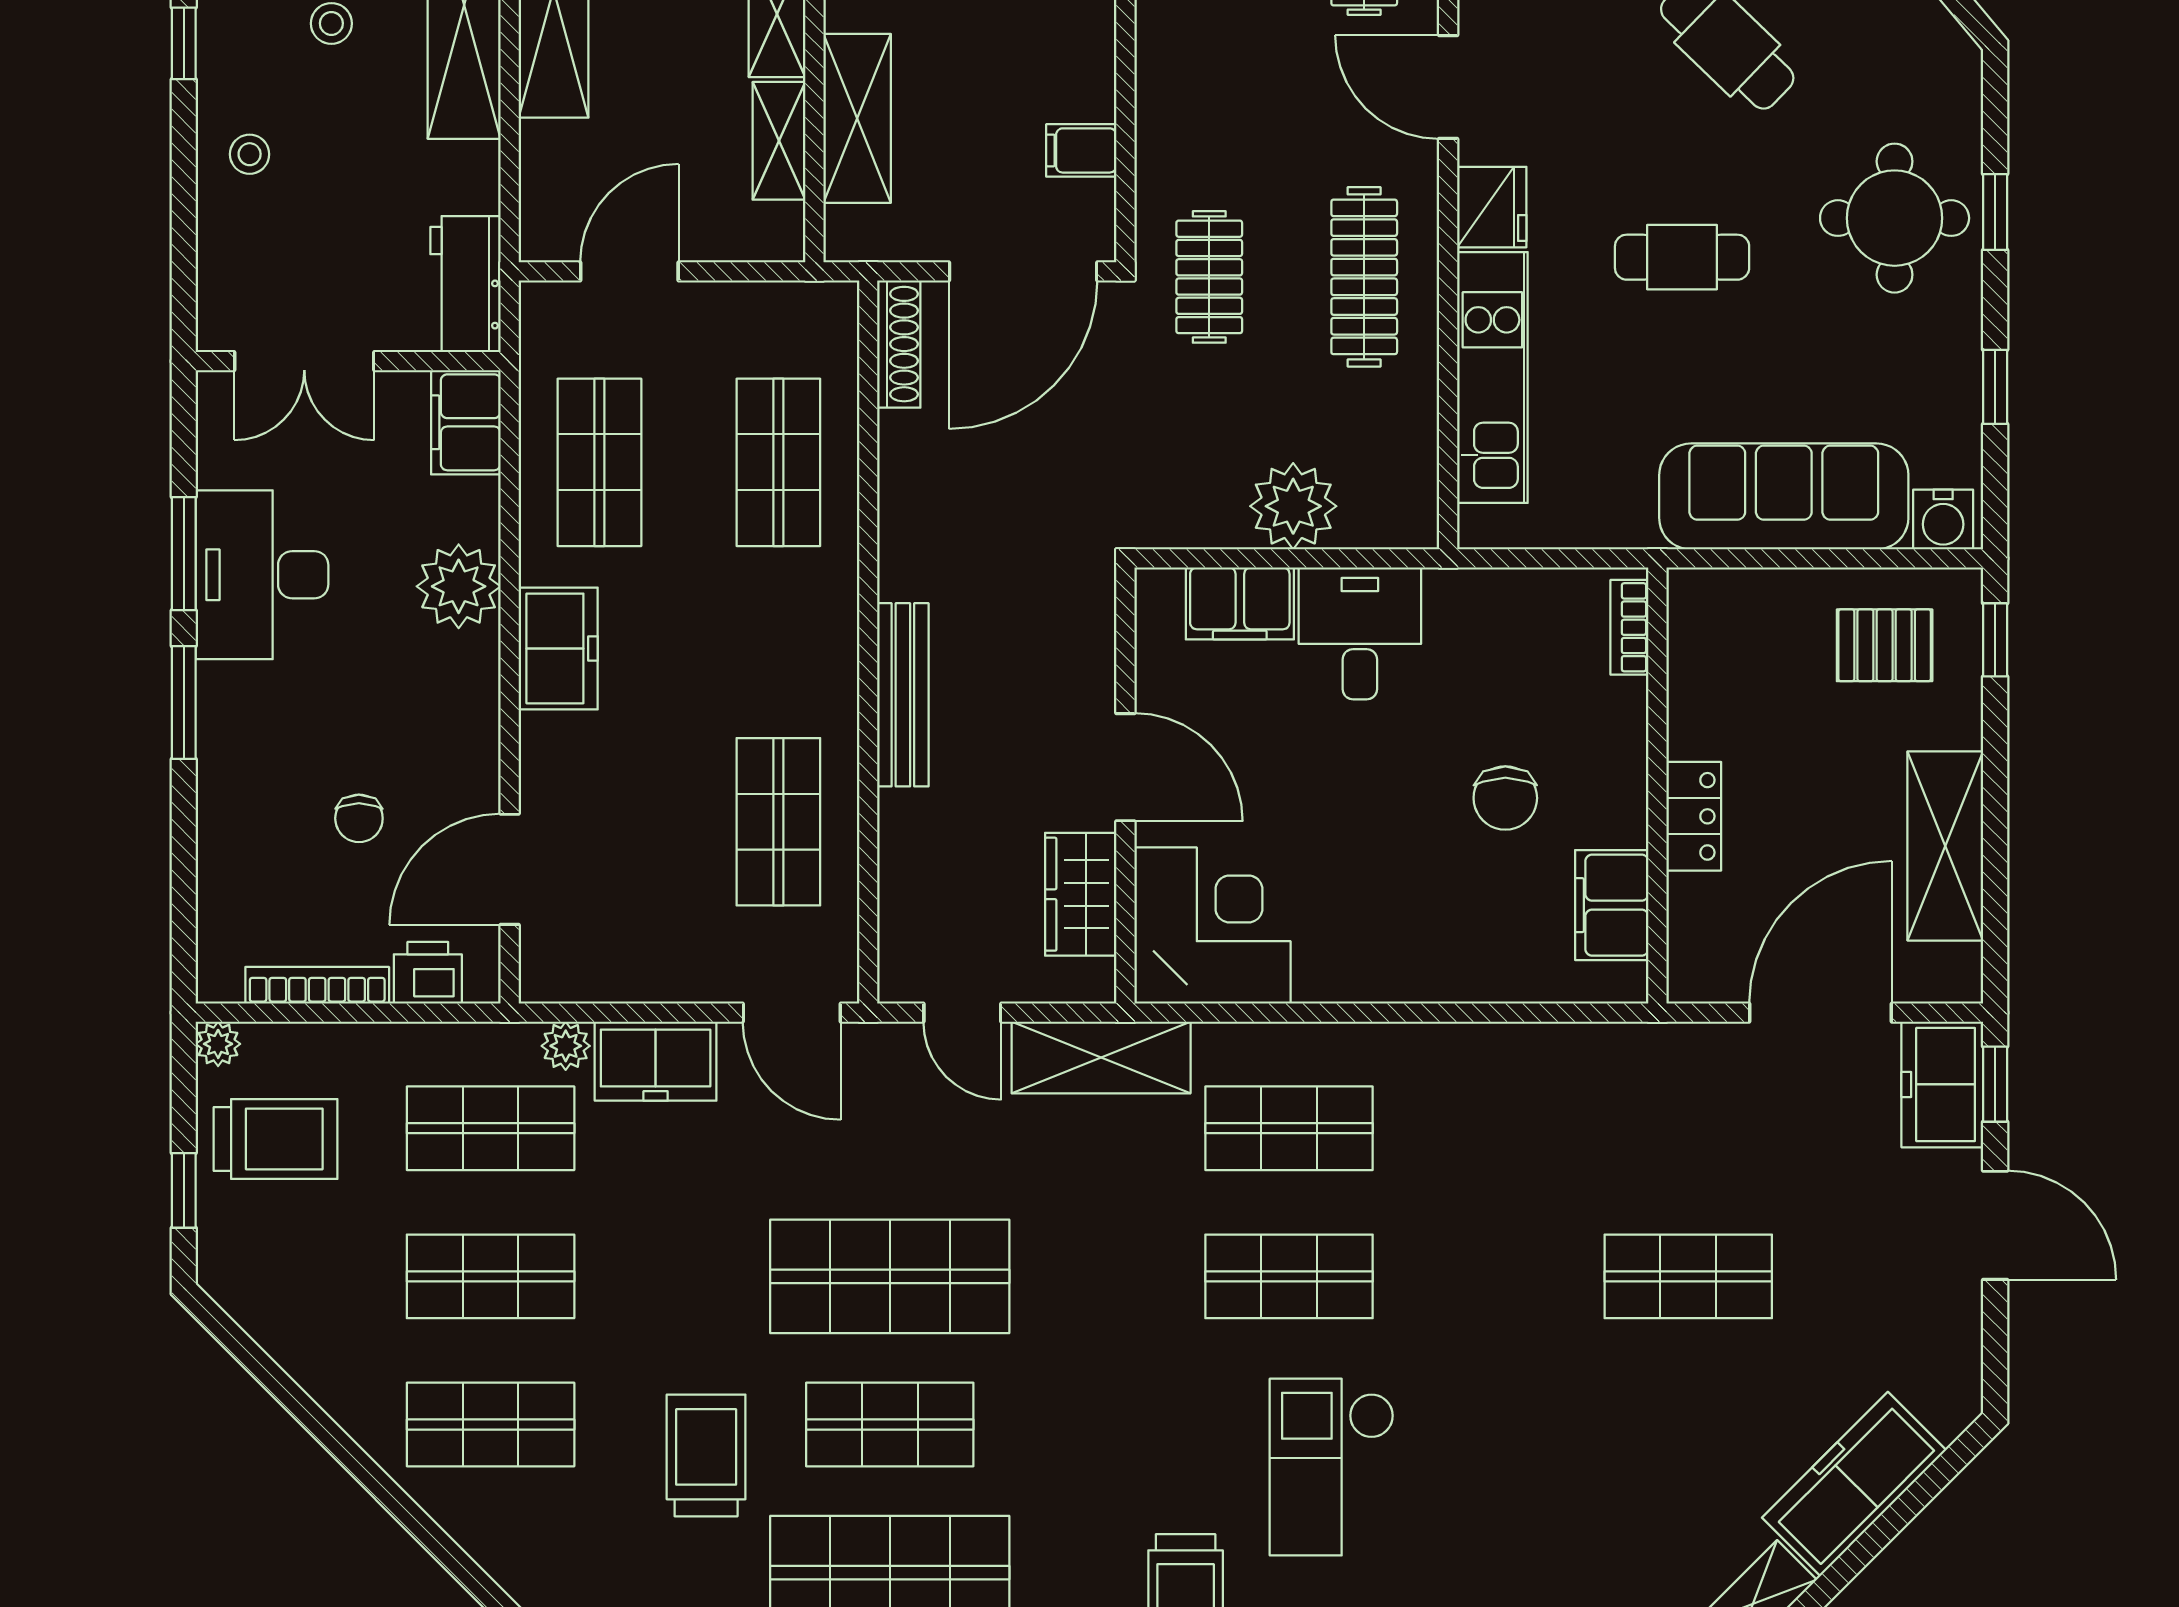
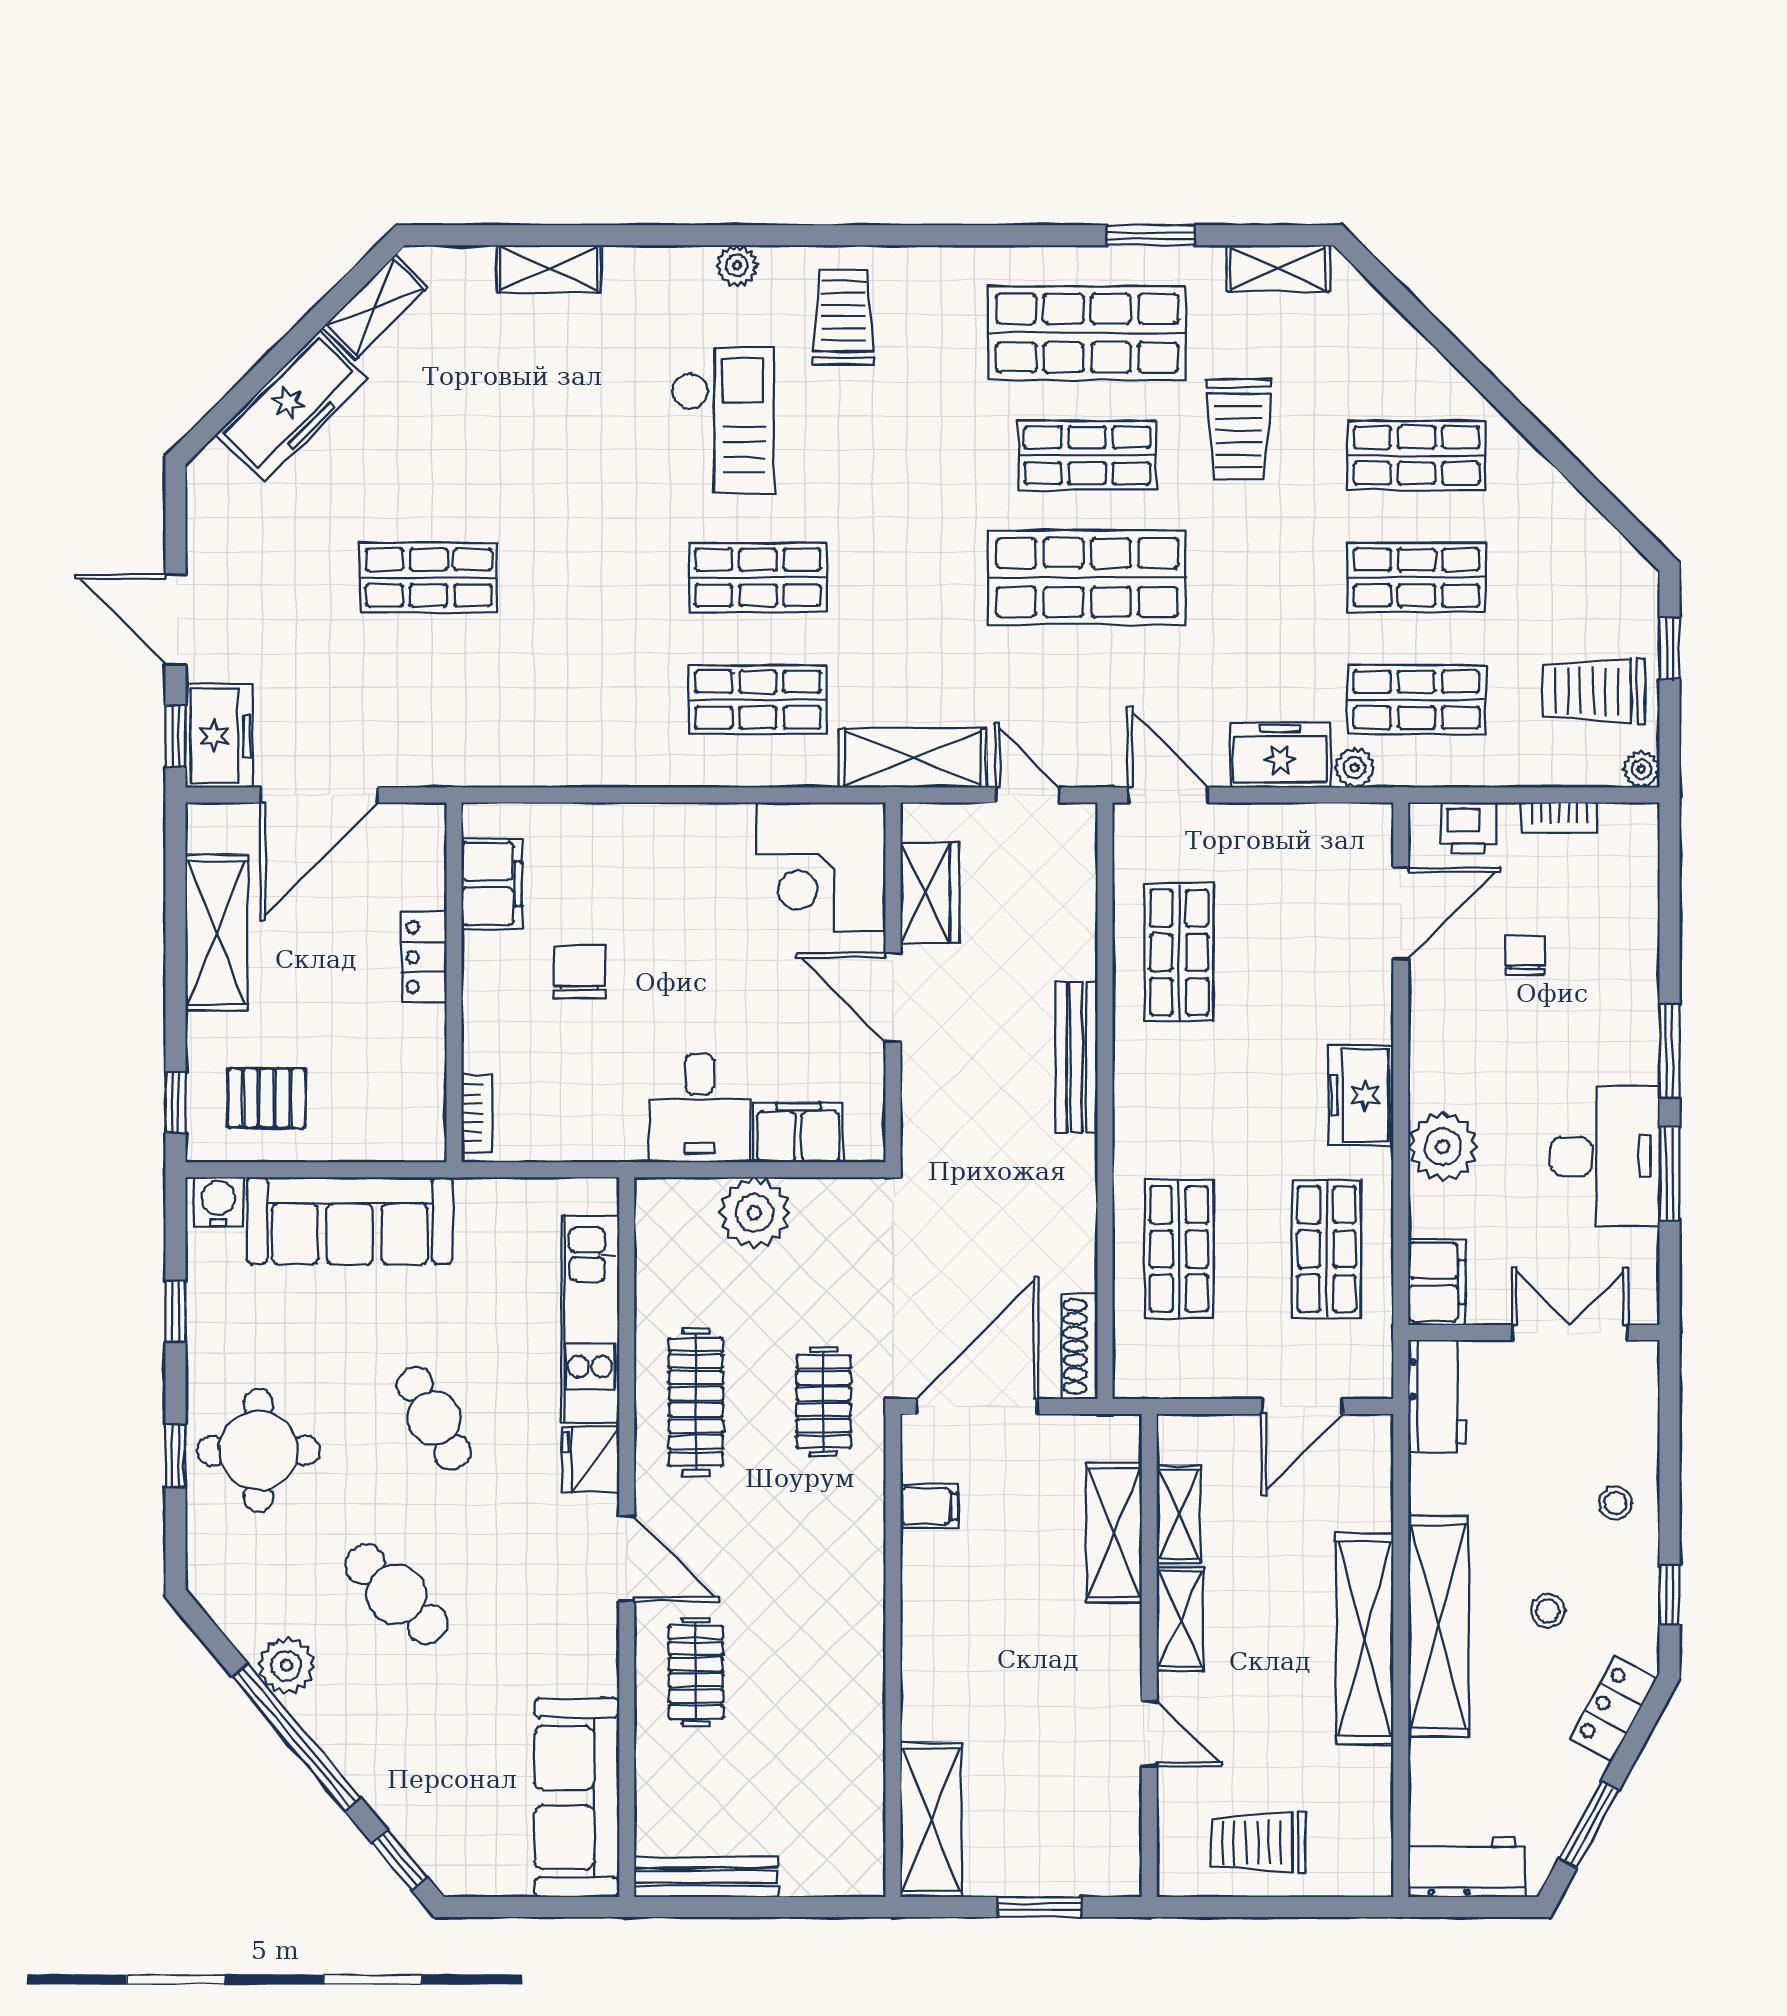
cafe table: (1682, 257) -> (434, 1418), turned 61
bookcase: (317, 985) -> (1560, 818), width x0.64

